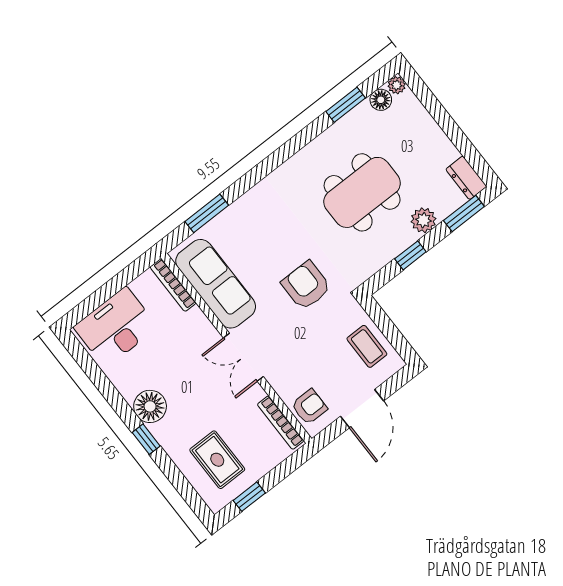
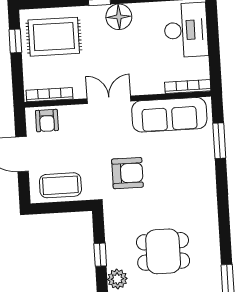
dining table: (362, 192) -> (163, 251), width x0.73
coffee table: (367, 346) -> (60, 185), width x1.36, depth x1.30
rug: (217, 460) -> (54, 37), width x1.36, depth x1.43

